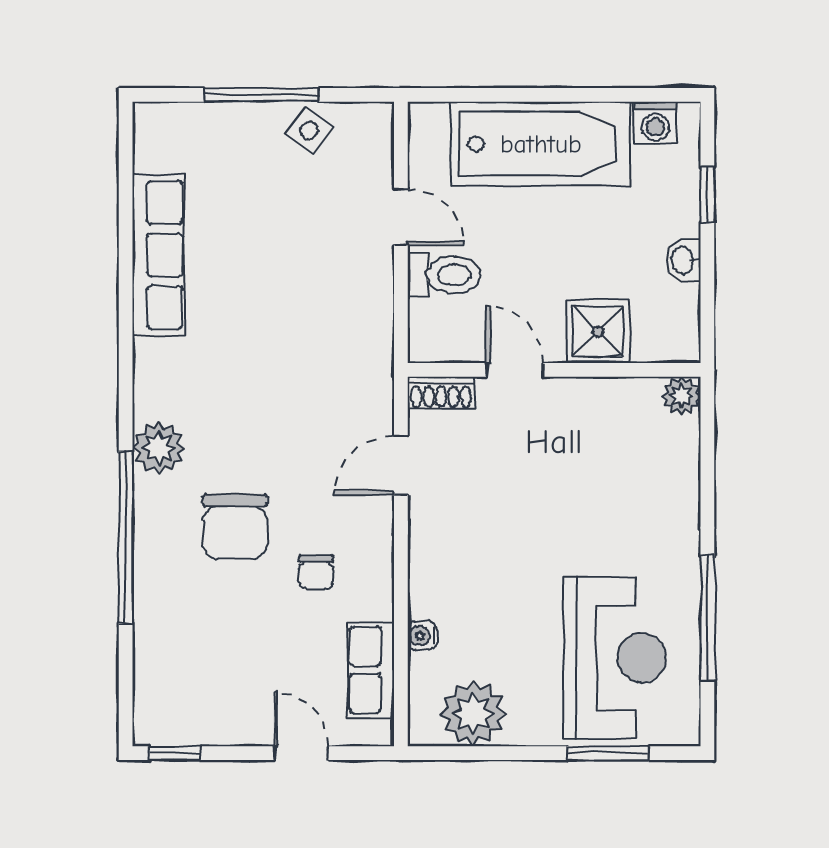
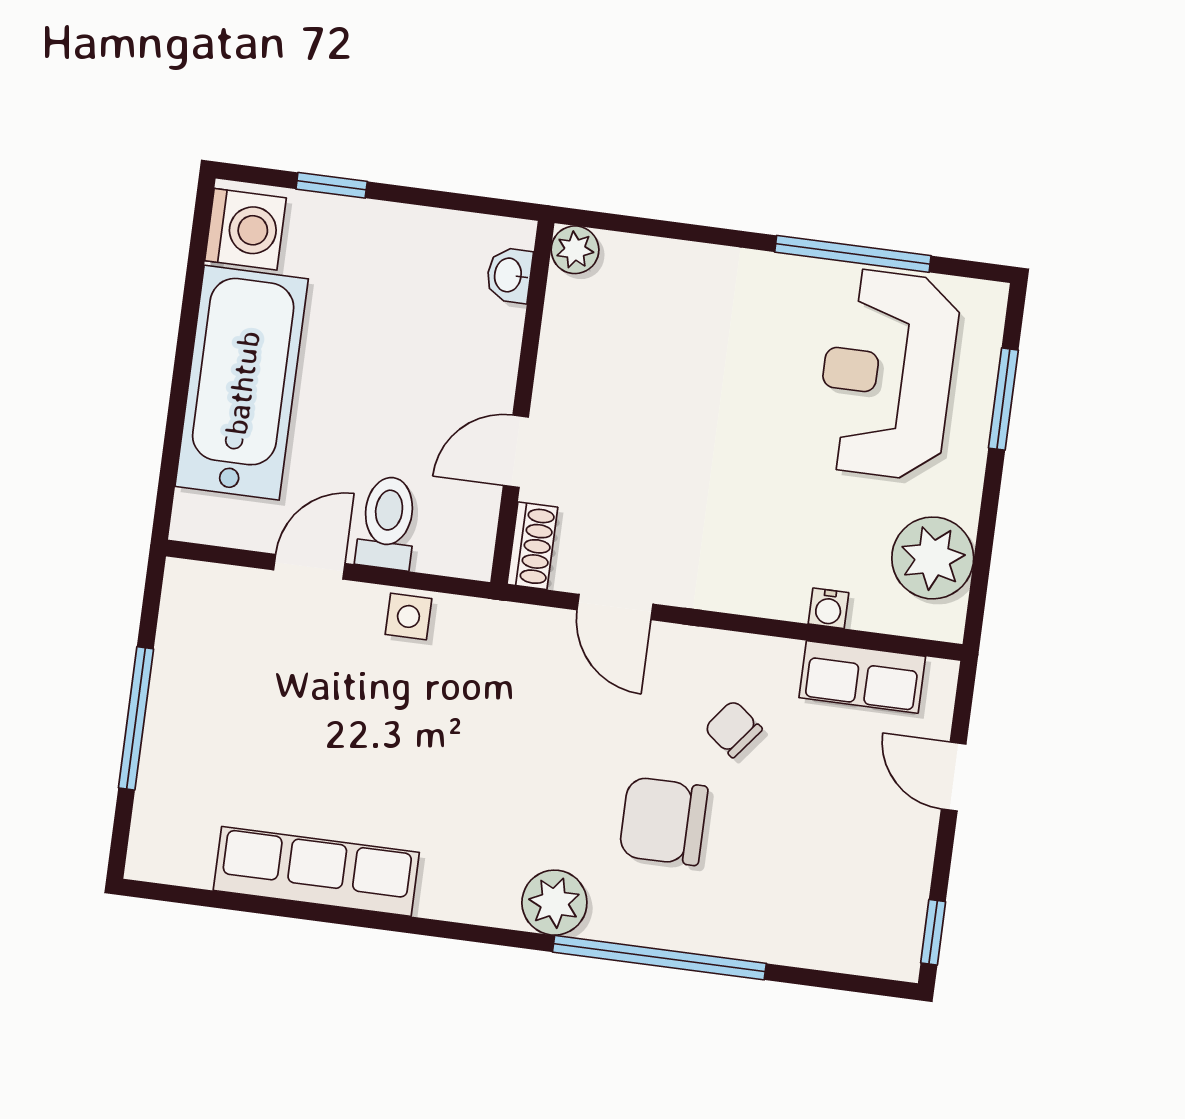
washing machine: (655, 123) -> (246, 229), width x1.38, depth x1.38
side table: (309, 130) -> (408, 616), moved, turned -38
washbasin: (684, 260) -> (509, 275), moved, turned 90
shower: (598, 331) -> (482, 342), removed
chair: (235, 526) -> (663, 821), turned 180
chair: (316, 572) -> (733, 729), turned -142
reception desk: (615, 658) -> (887, 374), turned -90
door: (301, 753) -> (954, 776), hinge flipped

